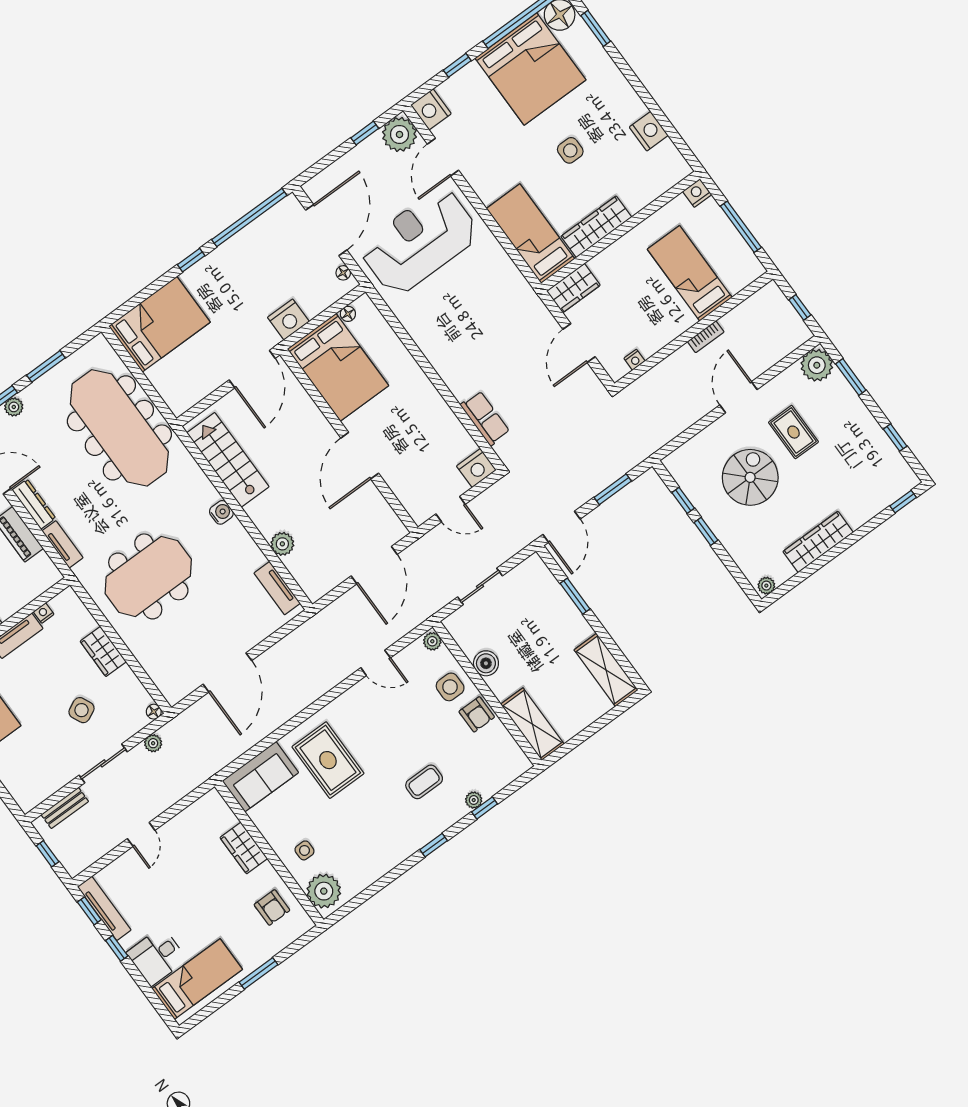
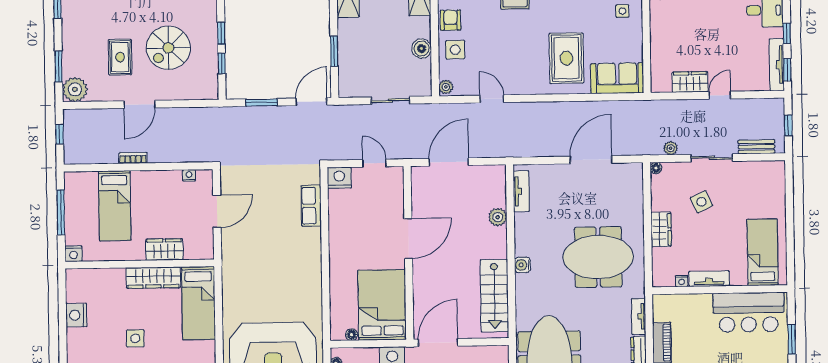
wardrobe: (573, 288) -> (164, 249), moved
wardrobe: (244, 848) -> (690, 82), moved, turned -90

